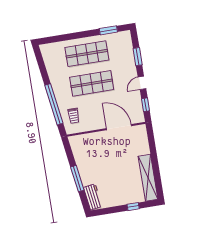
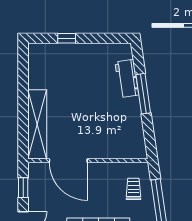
shelving: (148, 178) -> (37, 124), moved
workbench: (93, 197) -> (127, 78), moved

